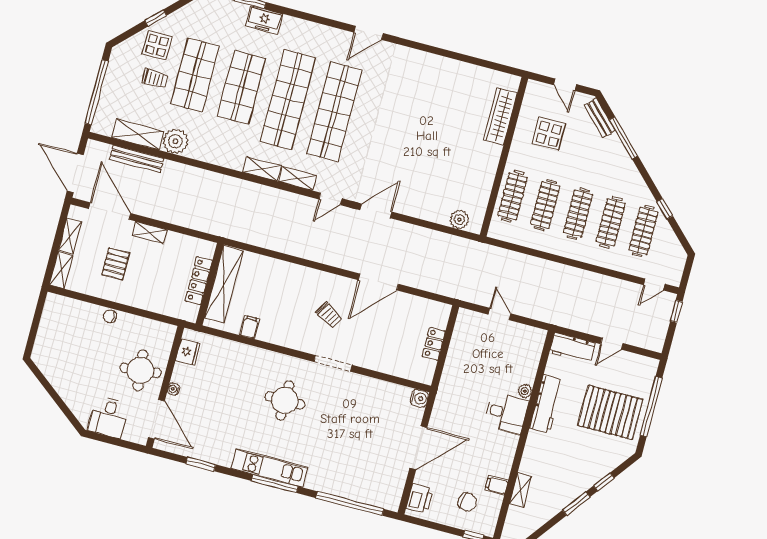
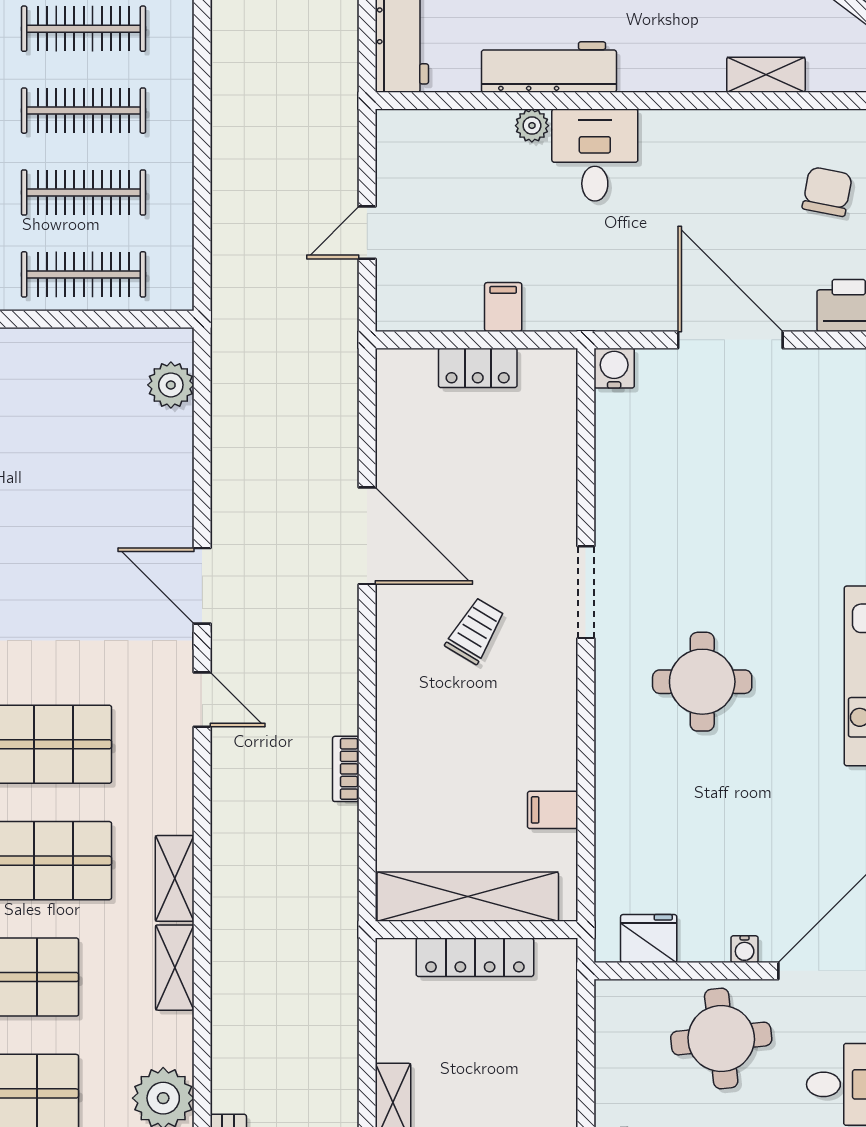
shelving: (297, 178) -> (175, 968), moved
bookcase: (288, 249) -> (346, 769), added
filing cabinet: (497, 485) -> (503, 307), moved, turned 180

